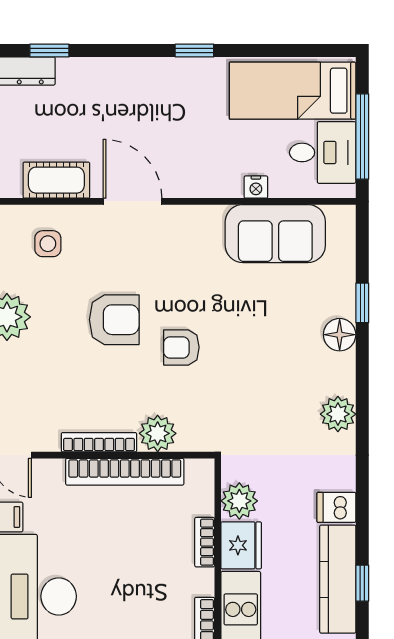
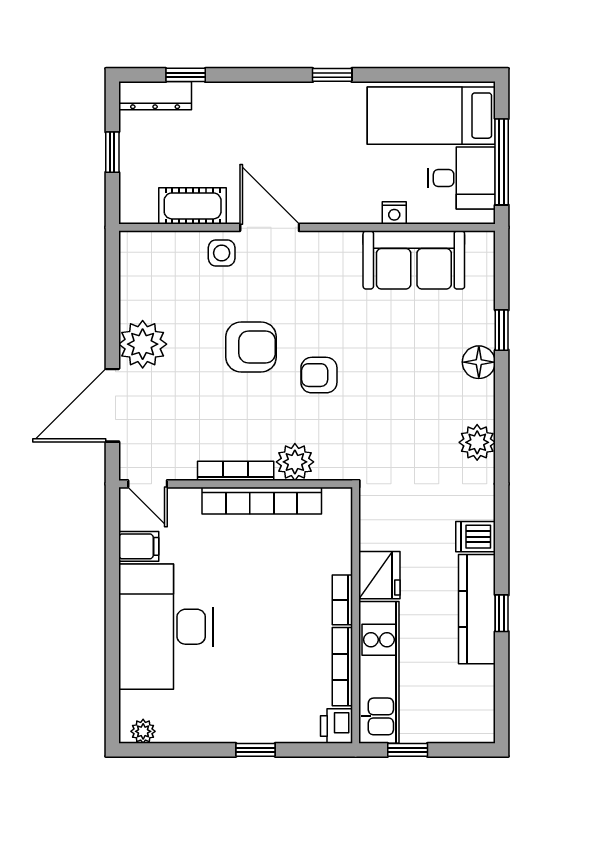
side table: (48, 244) -> (222, 253), moved
plant: (239, 501) -> (377, 530), removed
bookcase: (205, 542) -> (342, 600), moved

